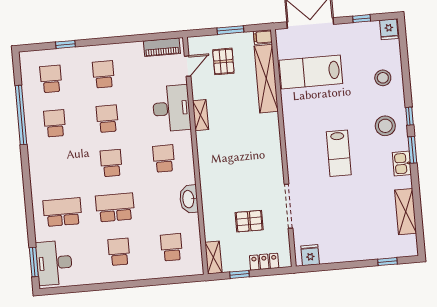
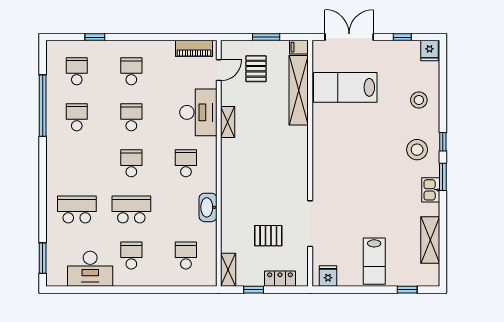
lab bench: (339, 153) -> (374, 261), moved
desk: (54, 263) -> (90, 269), moved, turned -90

